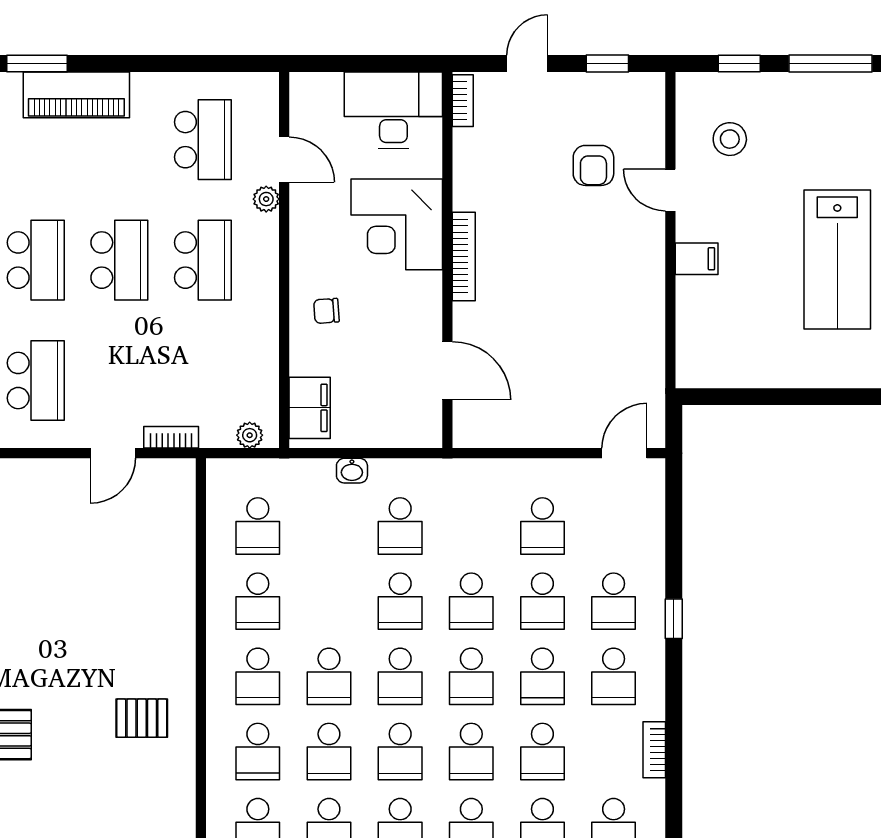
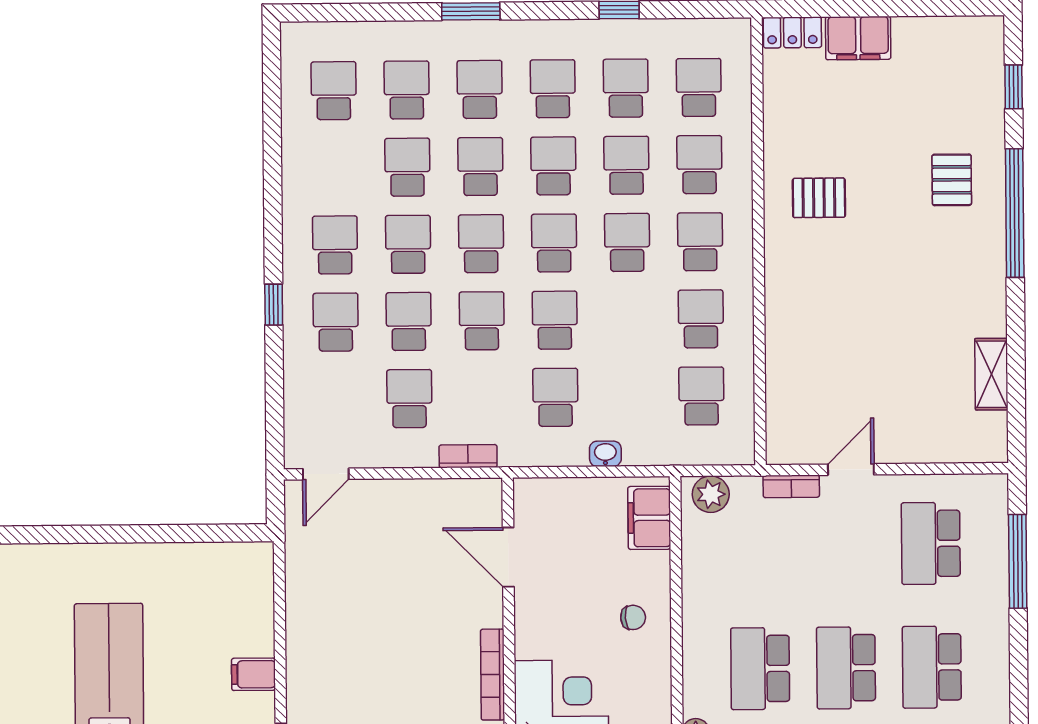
plant: (250, 435) -> (711, 494), width x1.38, depth x1.38
bookcase: (654, 750) -> (468, 456), moved, turned -90

